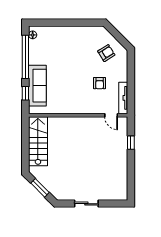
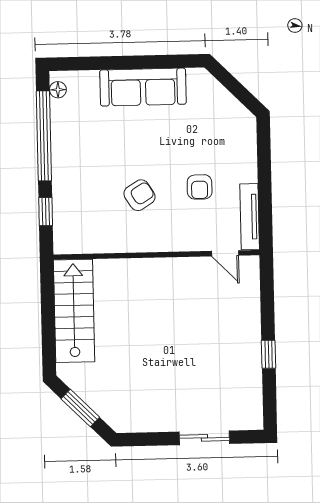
armchair: (106, 53) -> (139, 195), moved
sofa: (37, 86) -> (143, 87), moved, turned 90
window: (131, 143) -> (268, 354), moved
sliding door: (86, 204) -> (204, 438), moved

